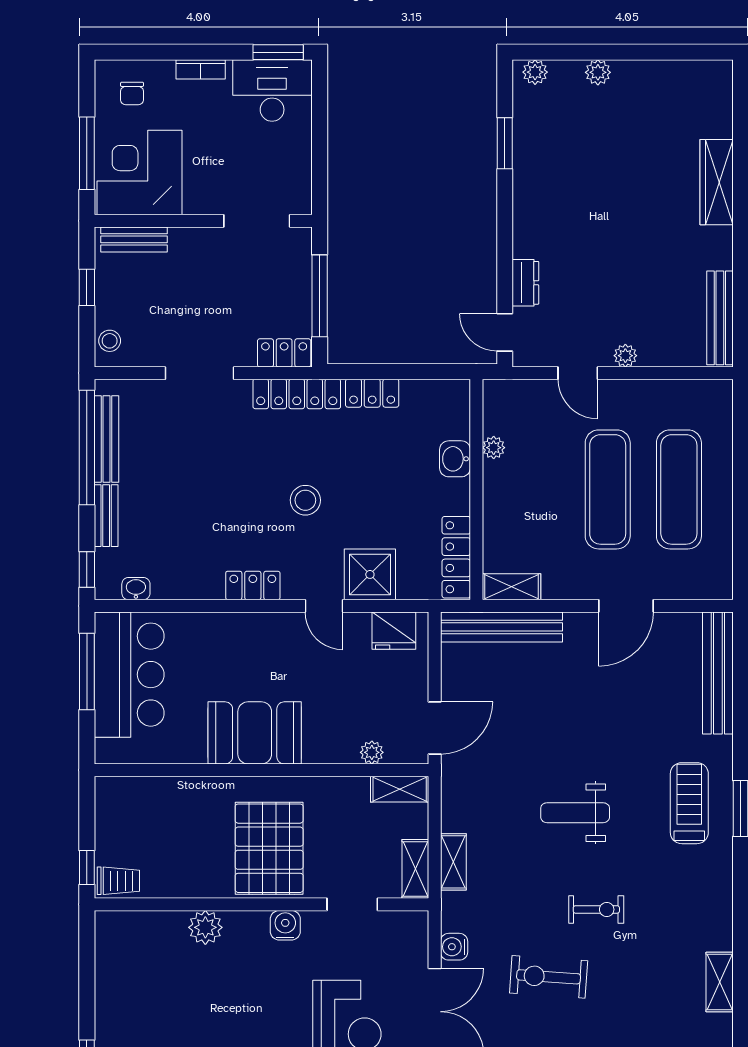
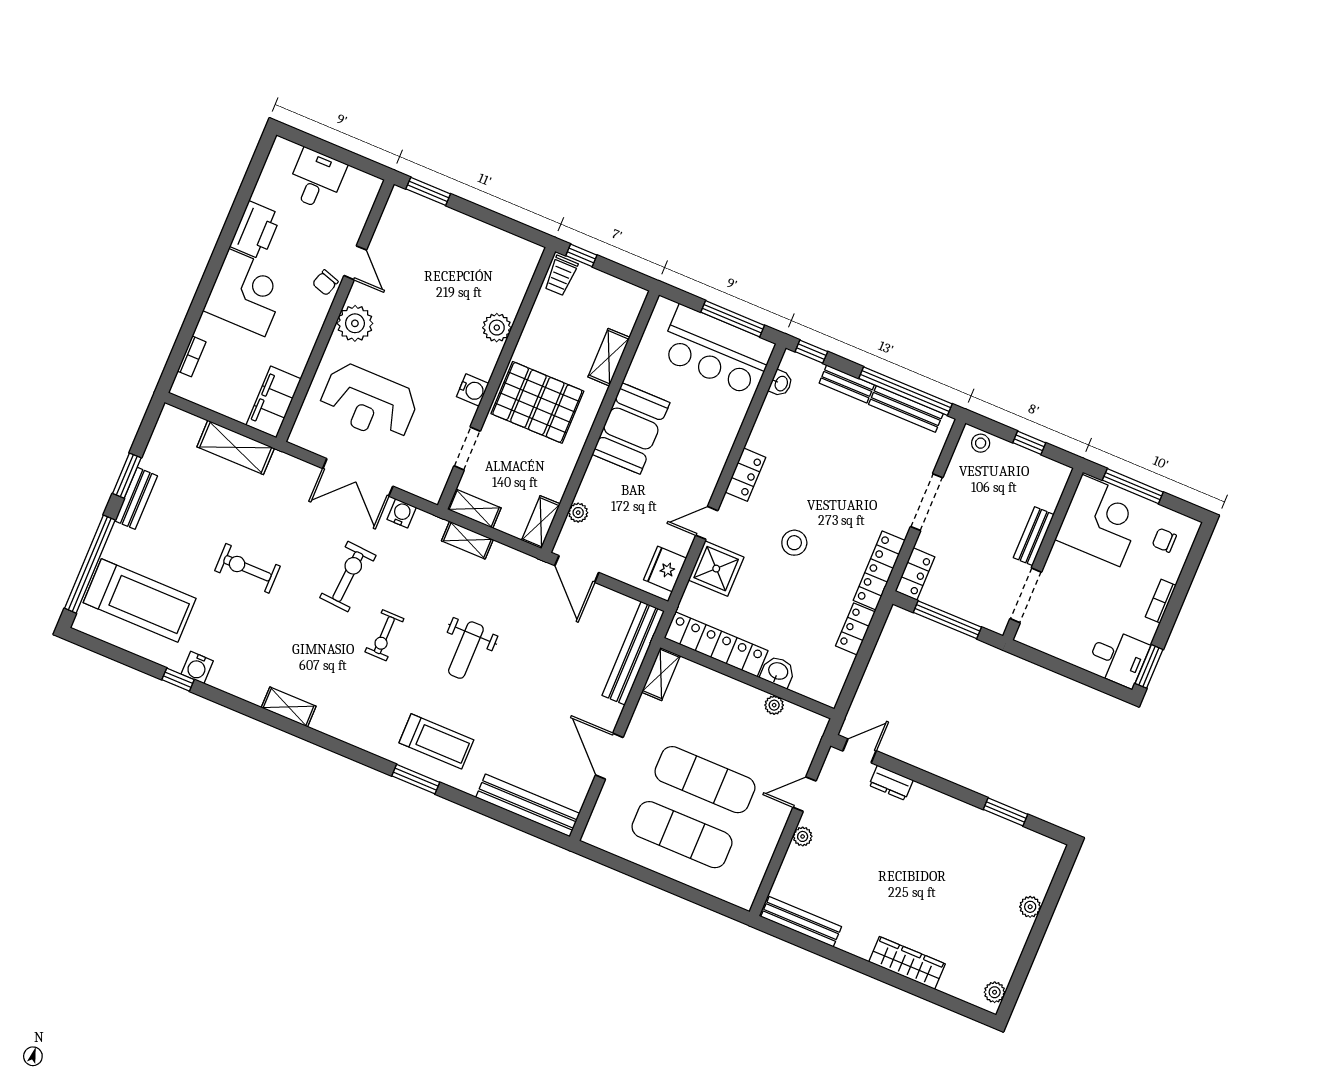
plant: (535, 72) -> (995, 992), moved
desk: (272, 90) -> (1118, 658), width x0.73
bench: (134, 239) -> (1034, 536), moved
locker: (456, 557) -> (716, 644), width x1.41, depth x1.21
shelving: (186, 790) -> (609, 357), added
weight bench: (575, 813) -> (466, 650), turned 180

